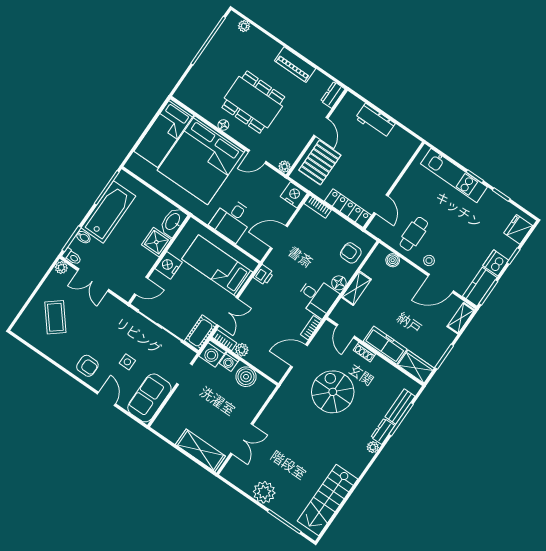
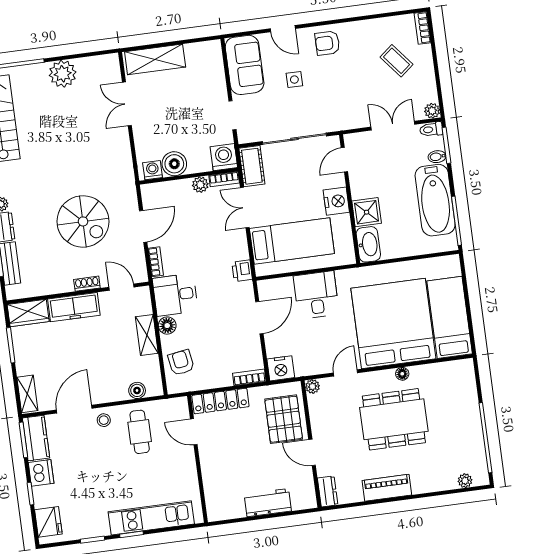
armchair: (351, 253) -> (181, 362), turned -99
coffee table: (55, 317) -> (396, 61), width x0.73, depth x0.77
bookcase: (22, 323) -> (422, 28), added
washing machine: (229, 362) -> (153, 170), moved

